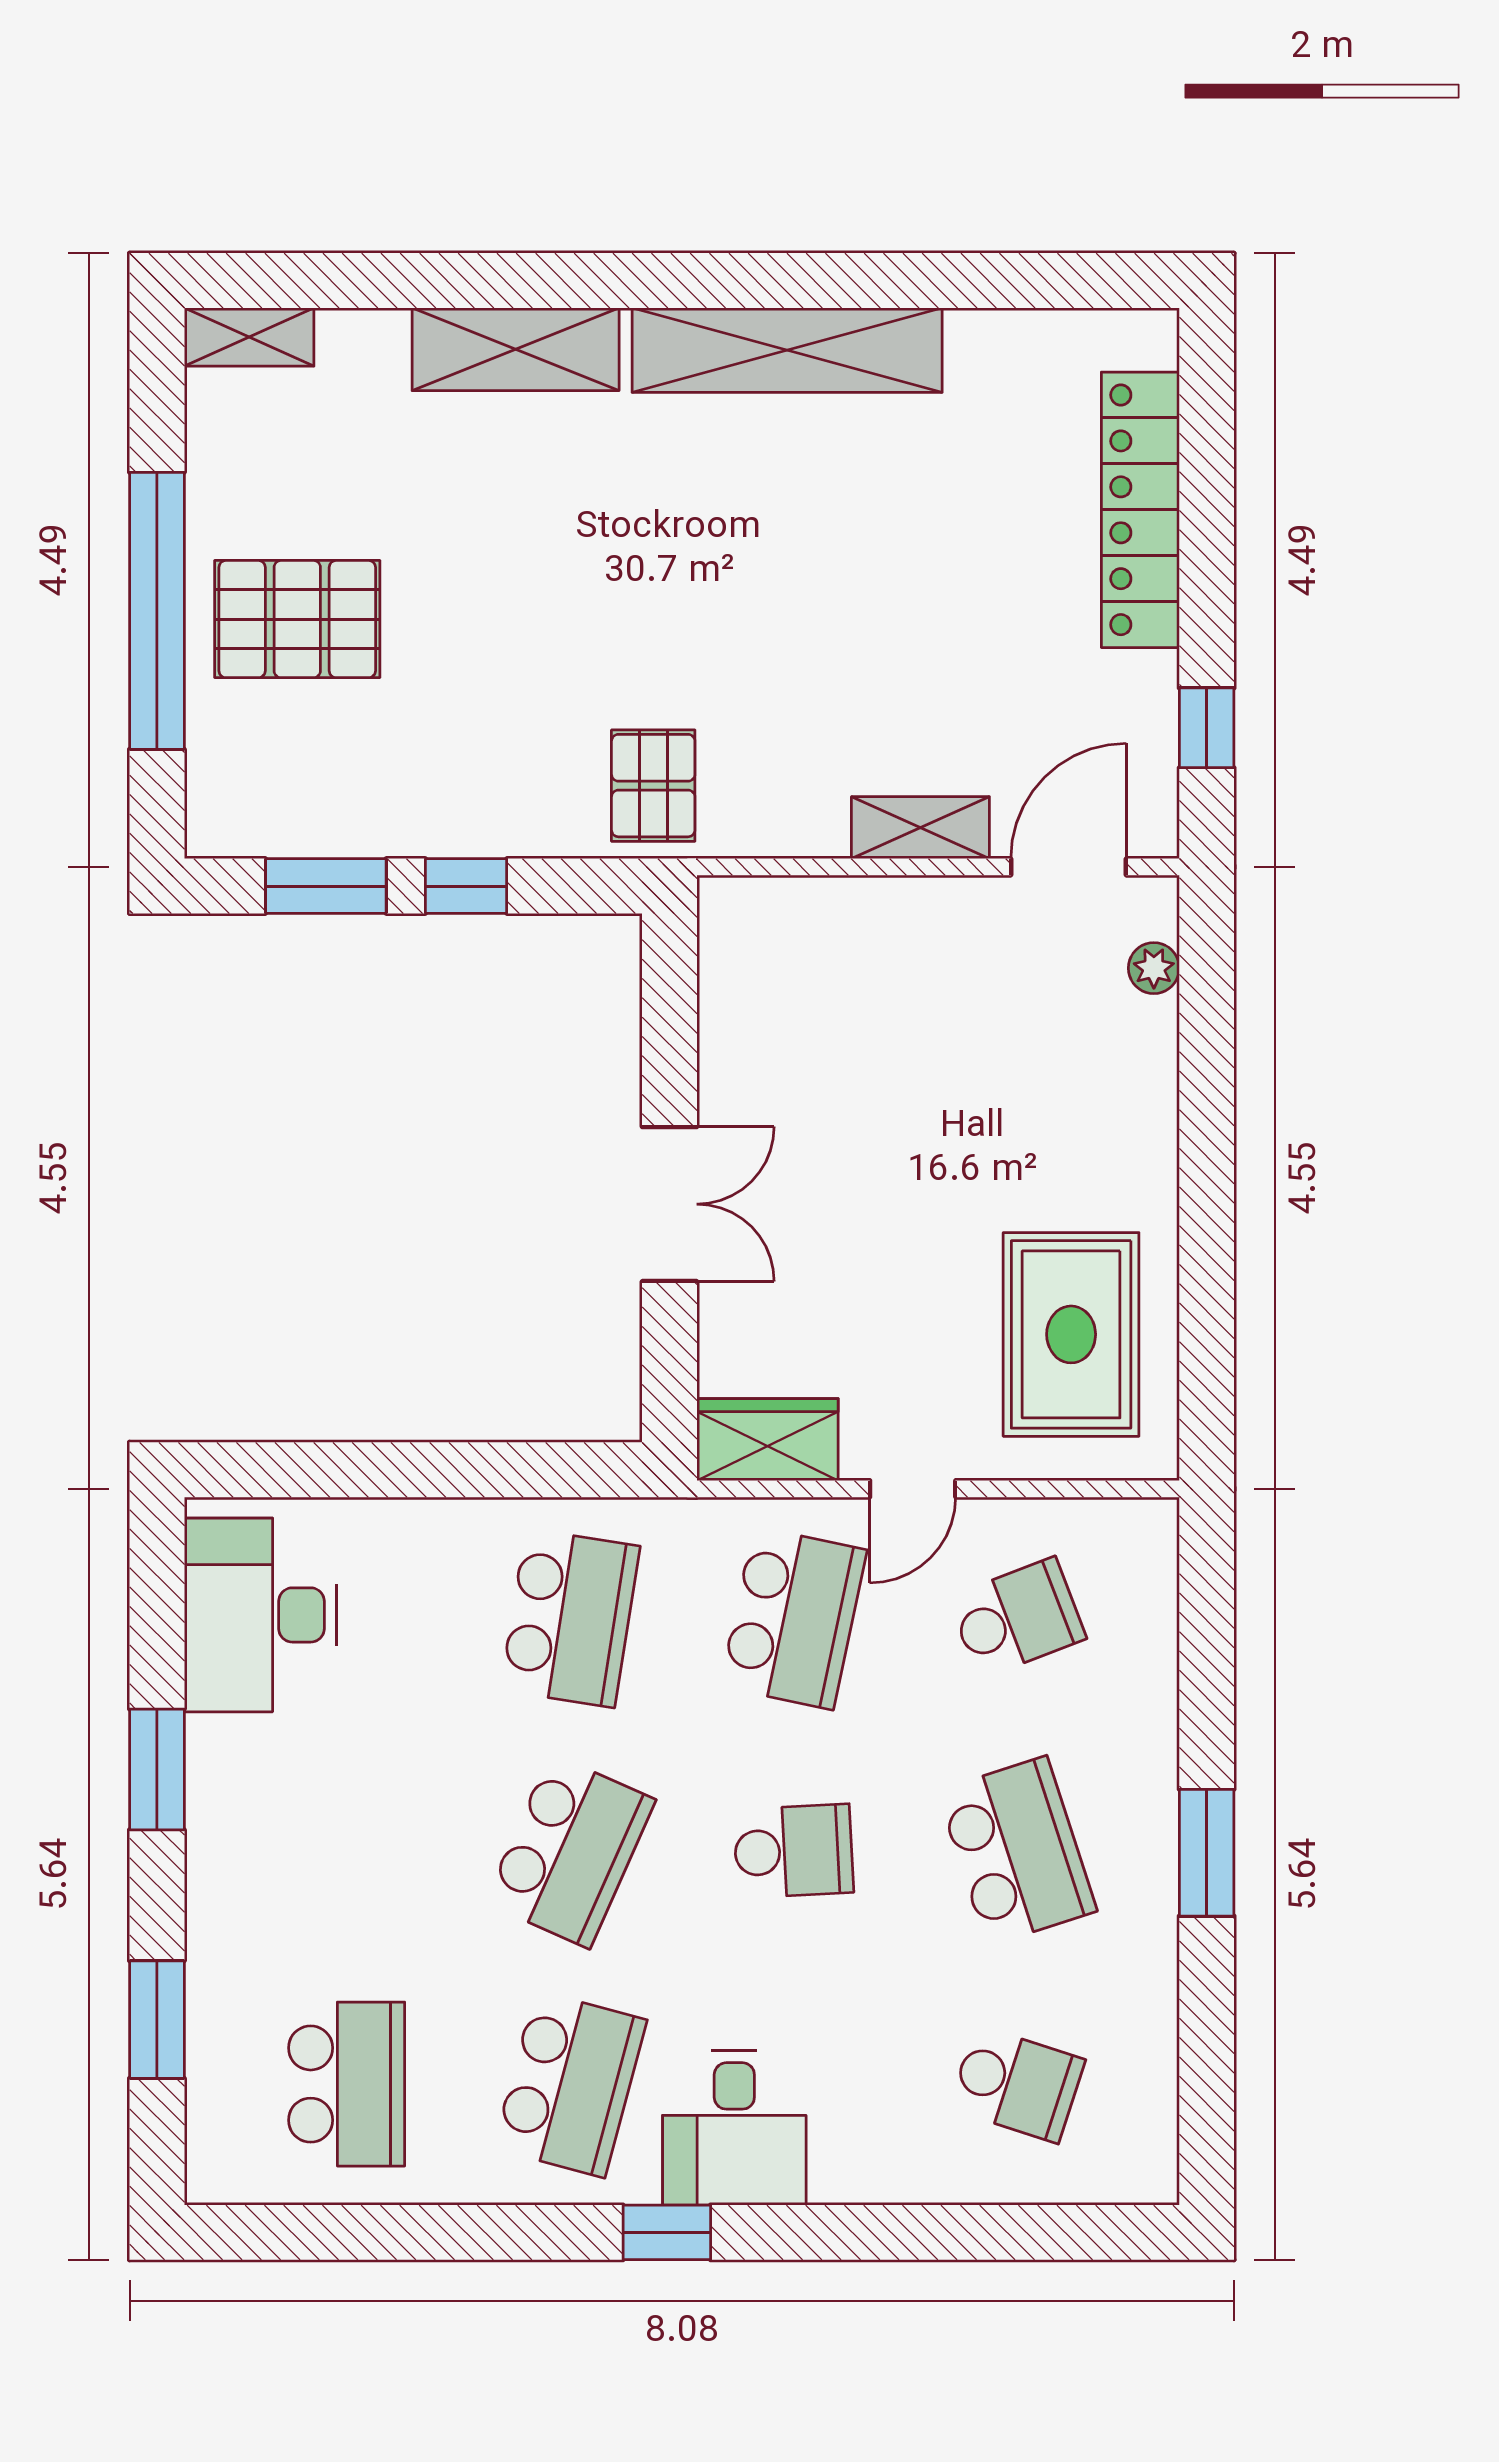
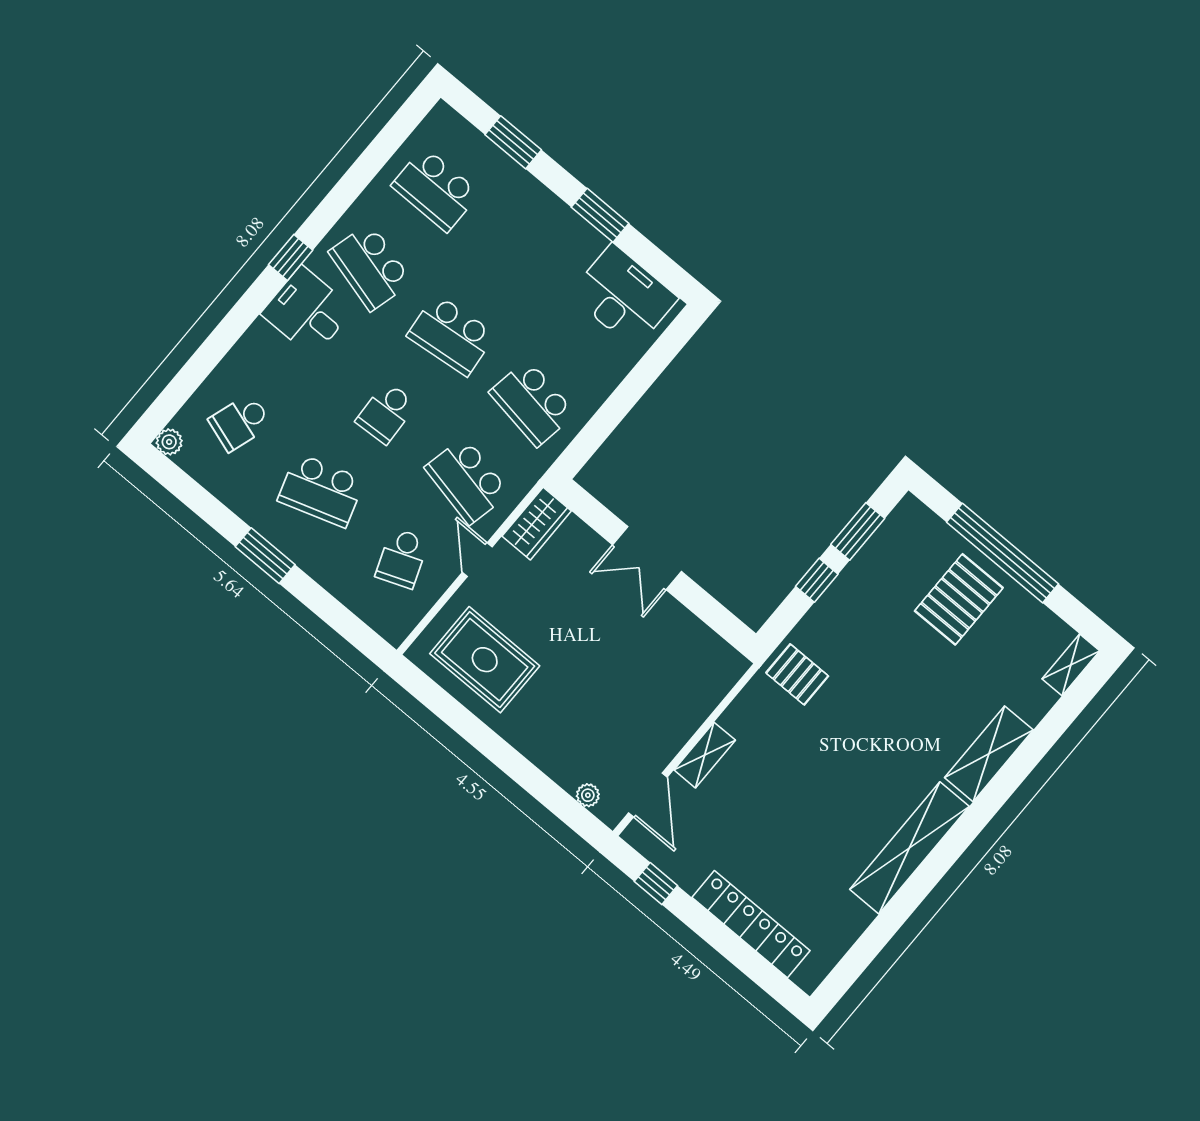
school desk: (570, 1851) -> (451, 335), turned -30
plant: (1150, 2176) -> (169, 442), added

